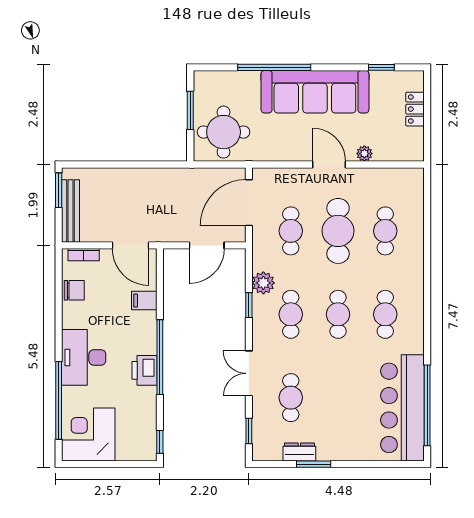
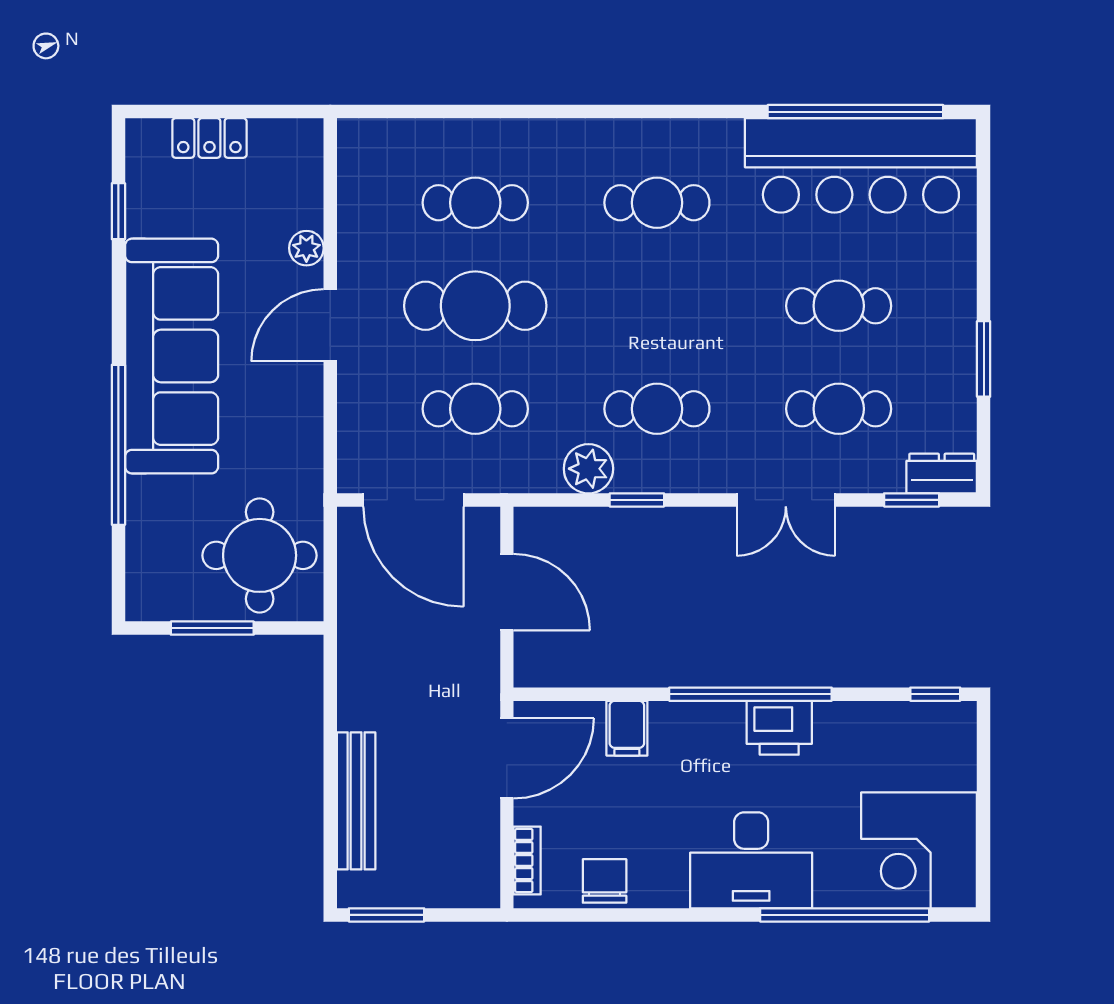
bench: (70, 211) -> (356, 801), moved, turned 90
cafe table: (338, 314) -> (839, 306), moved
dresser: (299, 452) -> (942, 474), moved, turned 90

